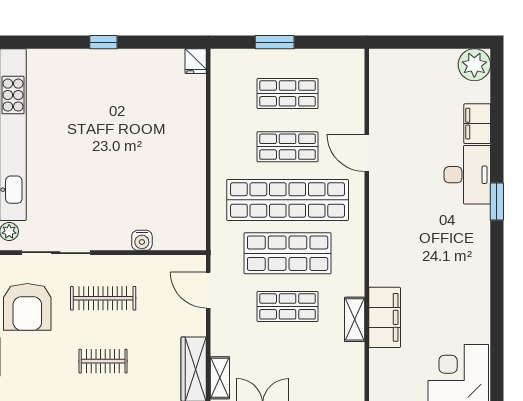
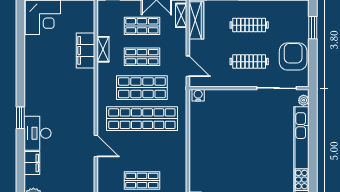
shop shelf: (288, 147) -> (142, 26), moved
water cooler: (142, 240) -> (198, 95), moved
clothes rail: (103, 361) -> (249, 25), width x1.36

